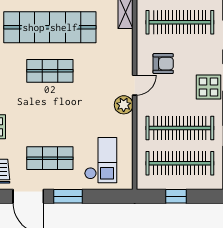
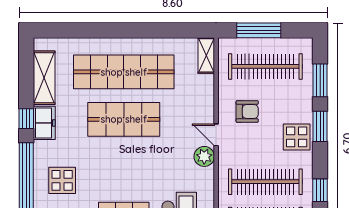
shop shelf: (50, 71) -> (124, 119), width x1.43, depth x1.36
door: (135, 85) -> (216, 135), swing flipped

